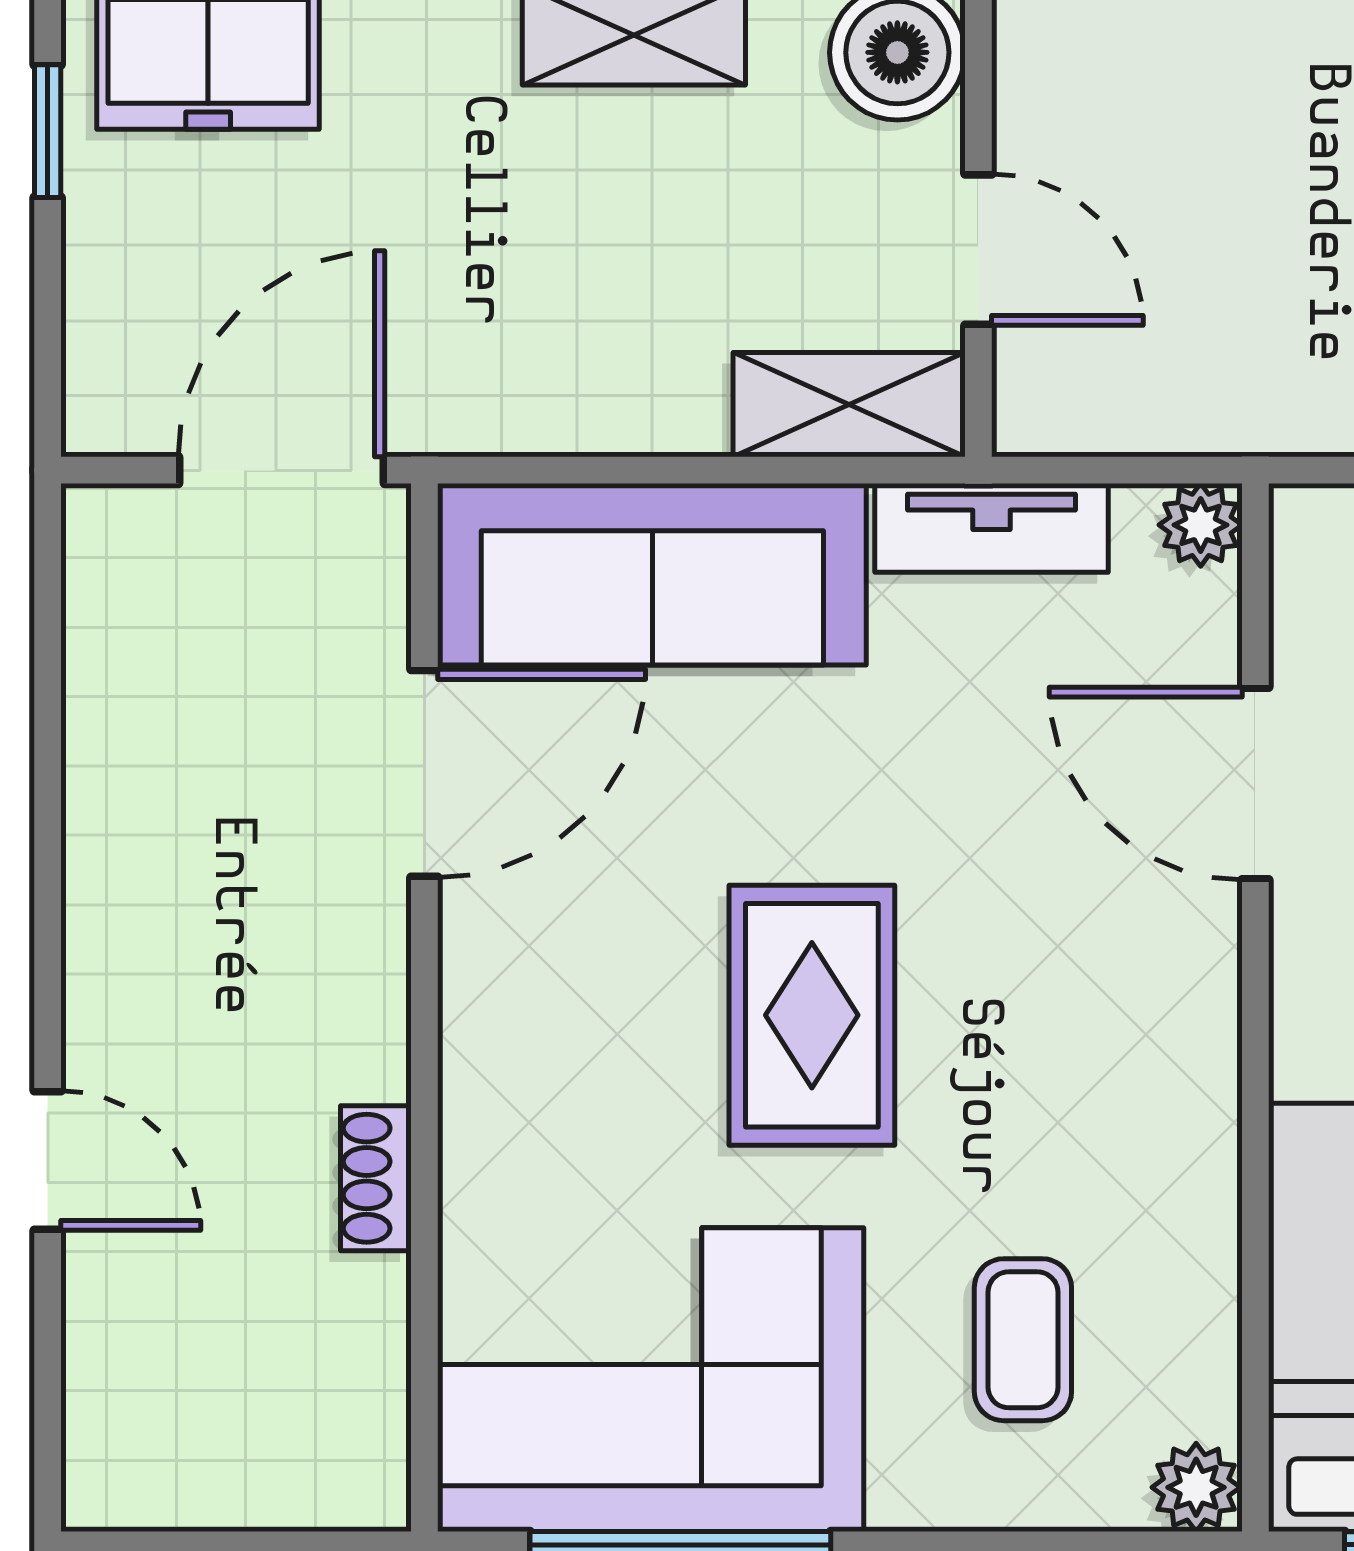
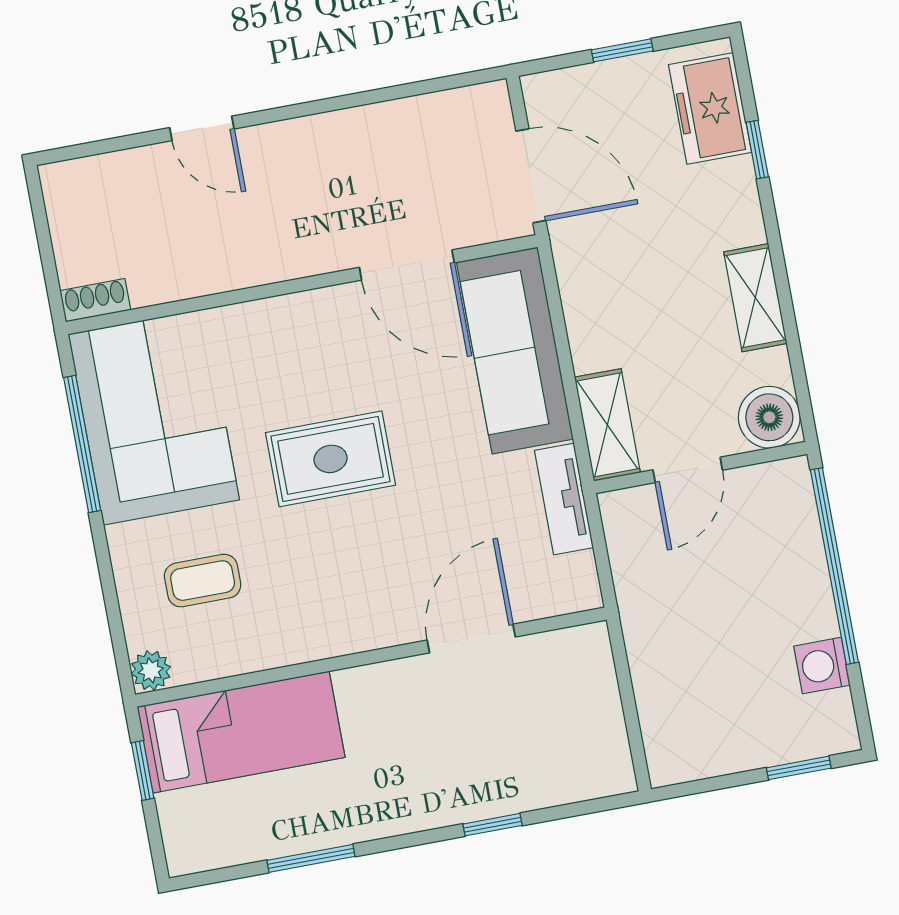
window: (48, 131) -> (622, 50), moved
plant: (1201, 525) -> (583, 592), removed
door: (48, 1160) -> (202, 128), hinge flipped
shoe rack: (376, 1178) -> (95, 300), moved

